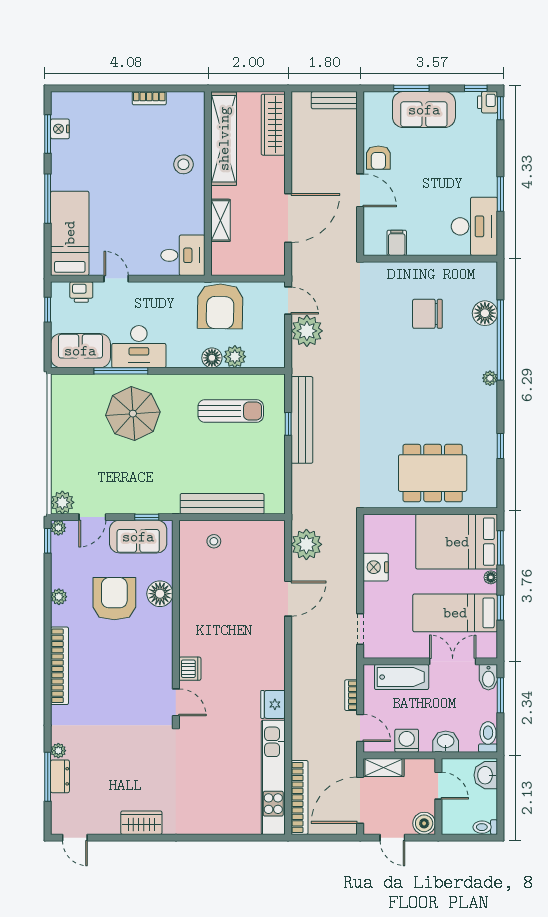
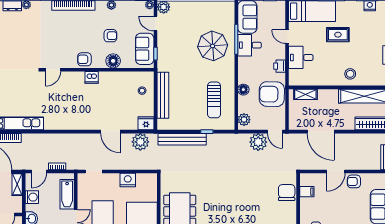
rug: (112, 187) -> (338, 35), added
shelving: (220, 220) -> (305, 94), moved
desk: (183, 255) -> (301, 57), moved, turned 90
door: (116, 279) -> (287, 37), swing flipped
printer: (81, 292) -> (280, 66), moved
door: (288, 301) -> (275, 132), hinge flipped
chair: (427, 314) -> (287, 193), moved
desk: (139, 347) -> (250, 45), width x0.73
plant: (235, 357) -> (244, 120), moved
bench: (302, 420) -> (182, 139), moved
armchair: (114, 599) -> (110, 36), width x0.53, depth x0.53
armchair: (157, 646) -> (84, 59), added
dishwasher: (190, 669) -> (92, 77), moved
fridge: (273, 704) -> (146, 123), moved

